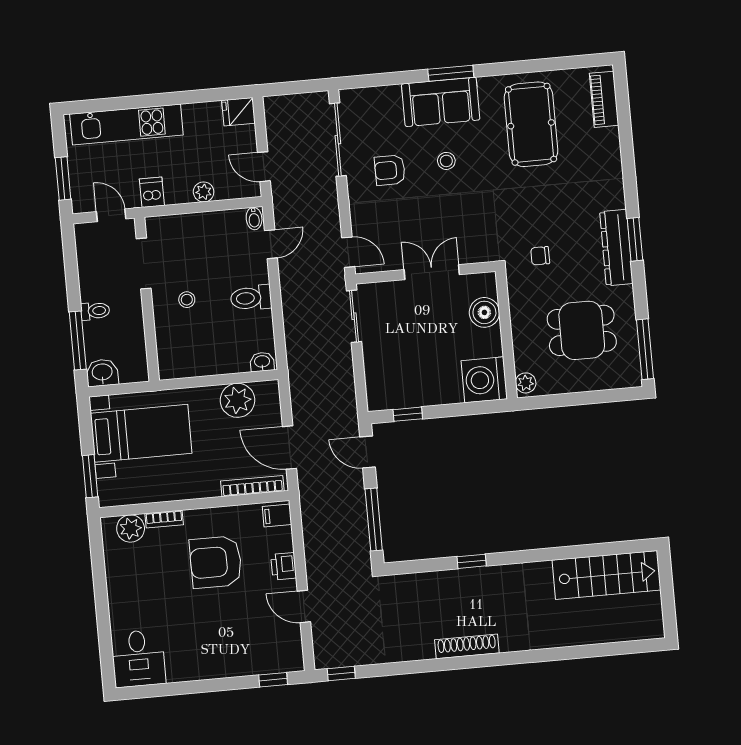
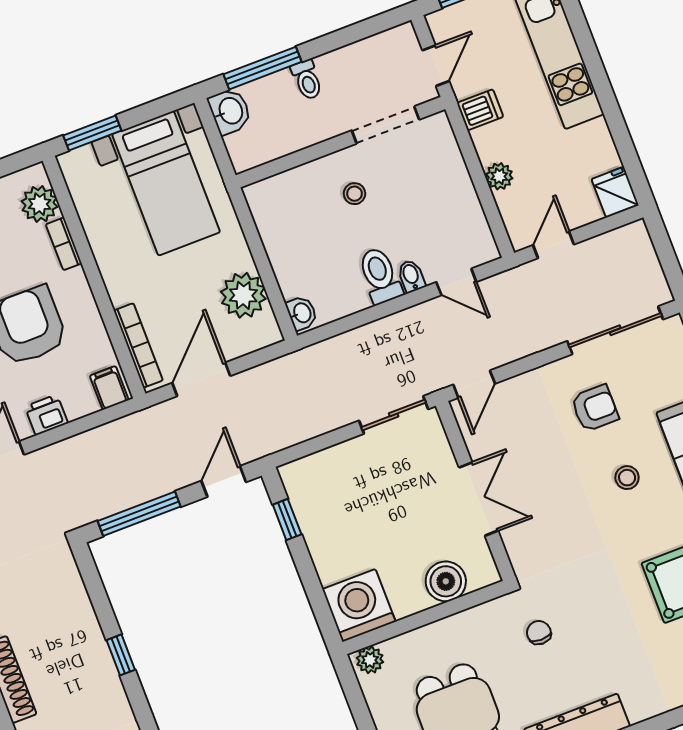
armchair: (390, 170) -> (595, 408), turned 90
bidet: (254, 218) -> (411, 276), moved, turned 90

